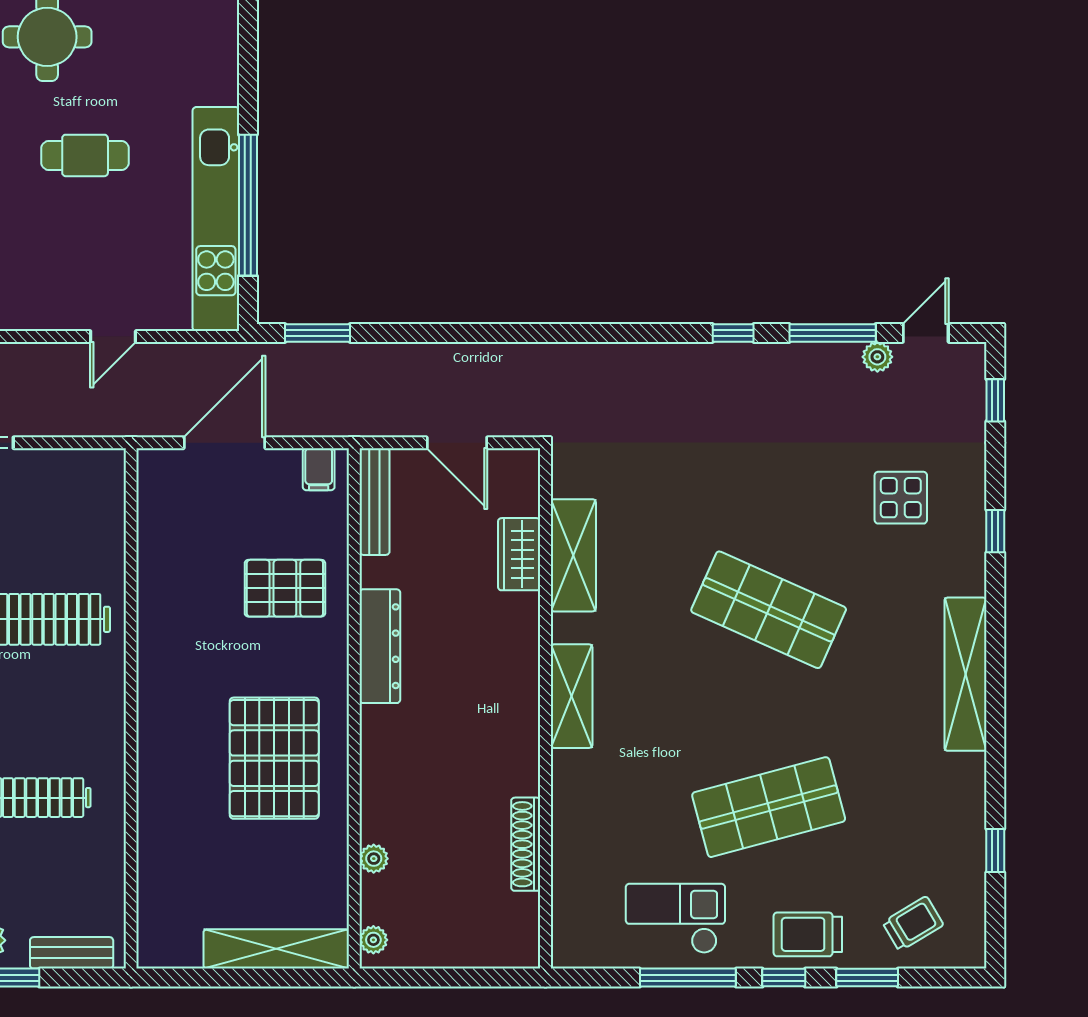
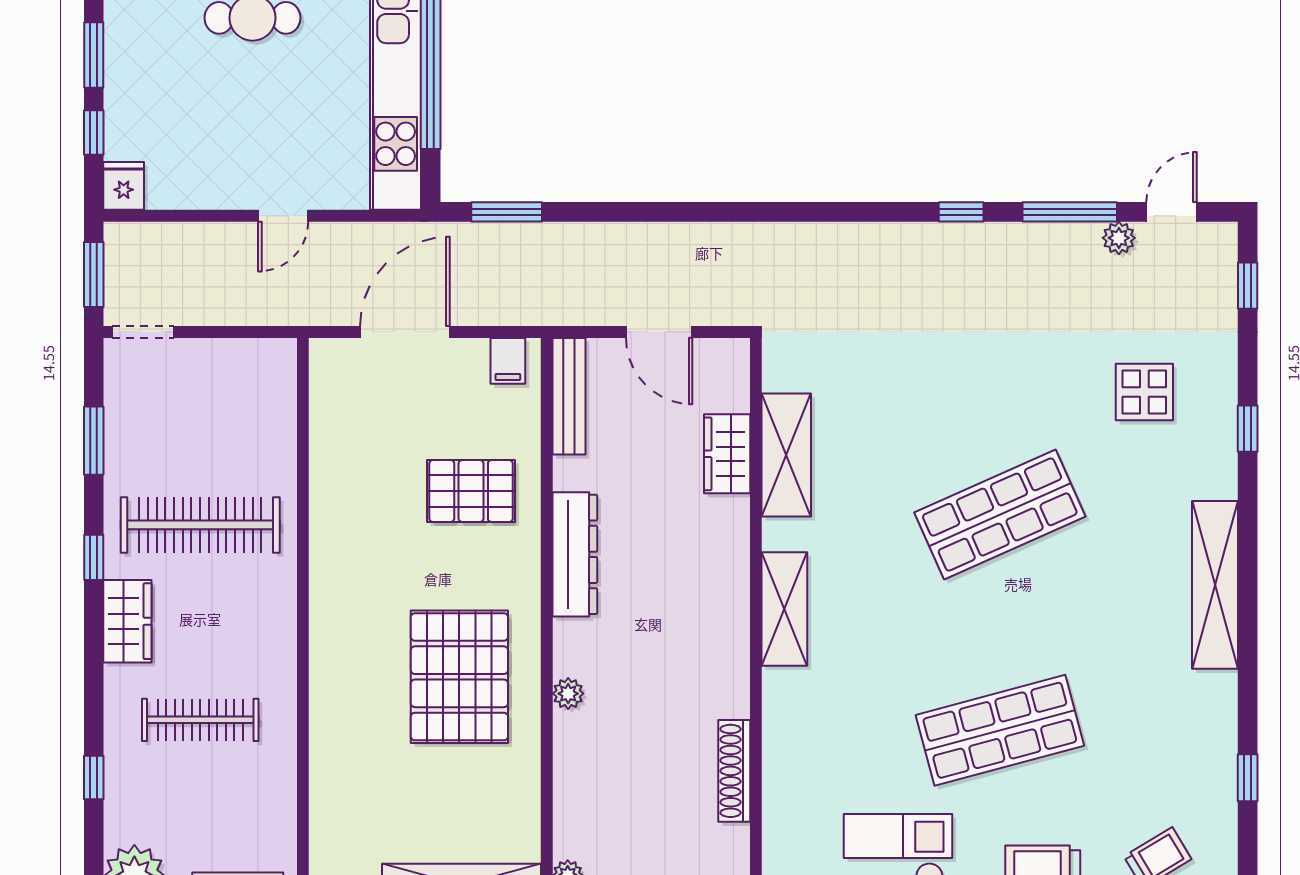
shop shelf: (769, 610) -> (1000, 515), turned -48
plant: (374, 859) -> (568, 694), moved

